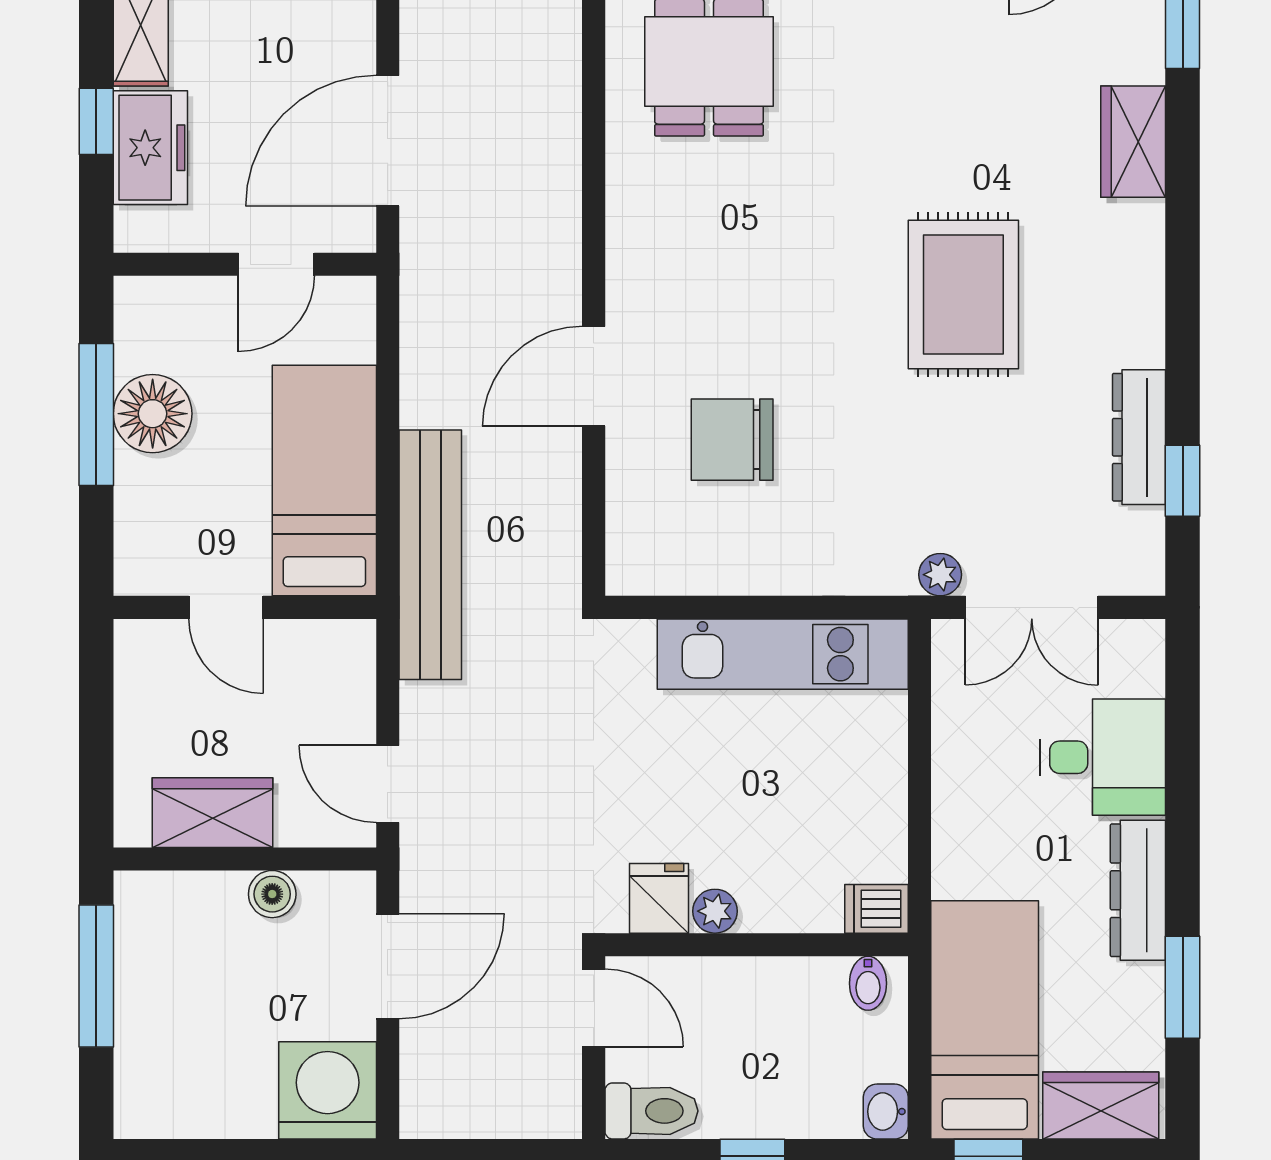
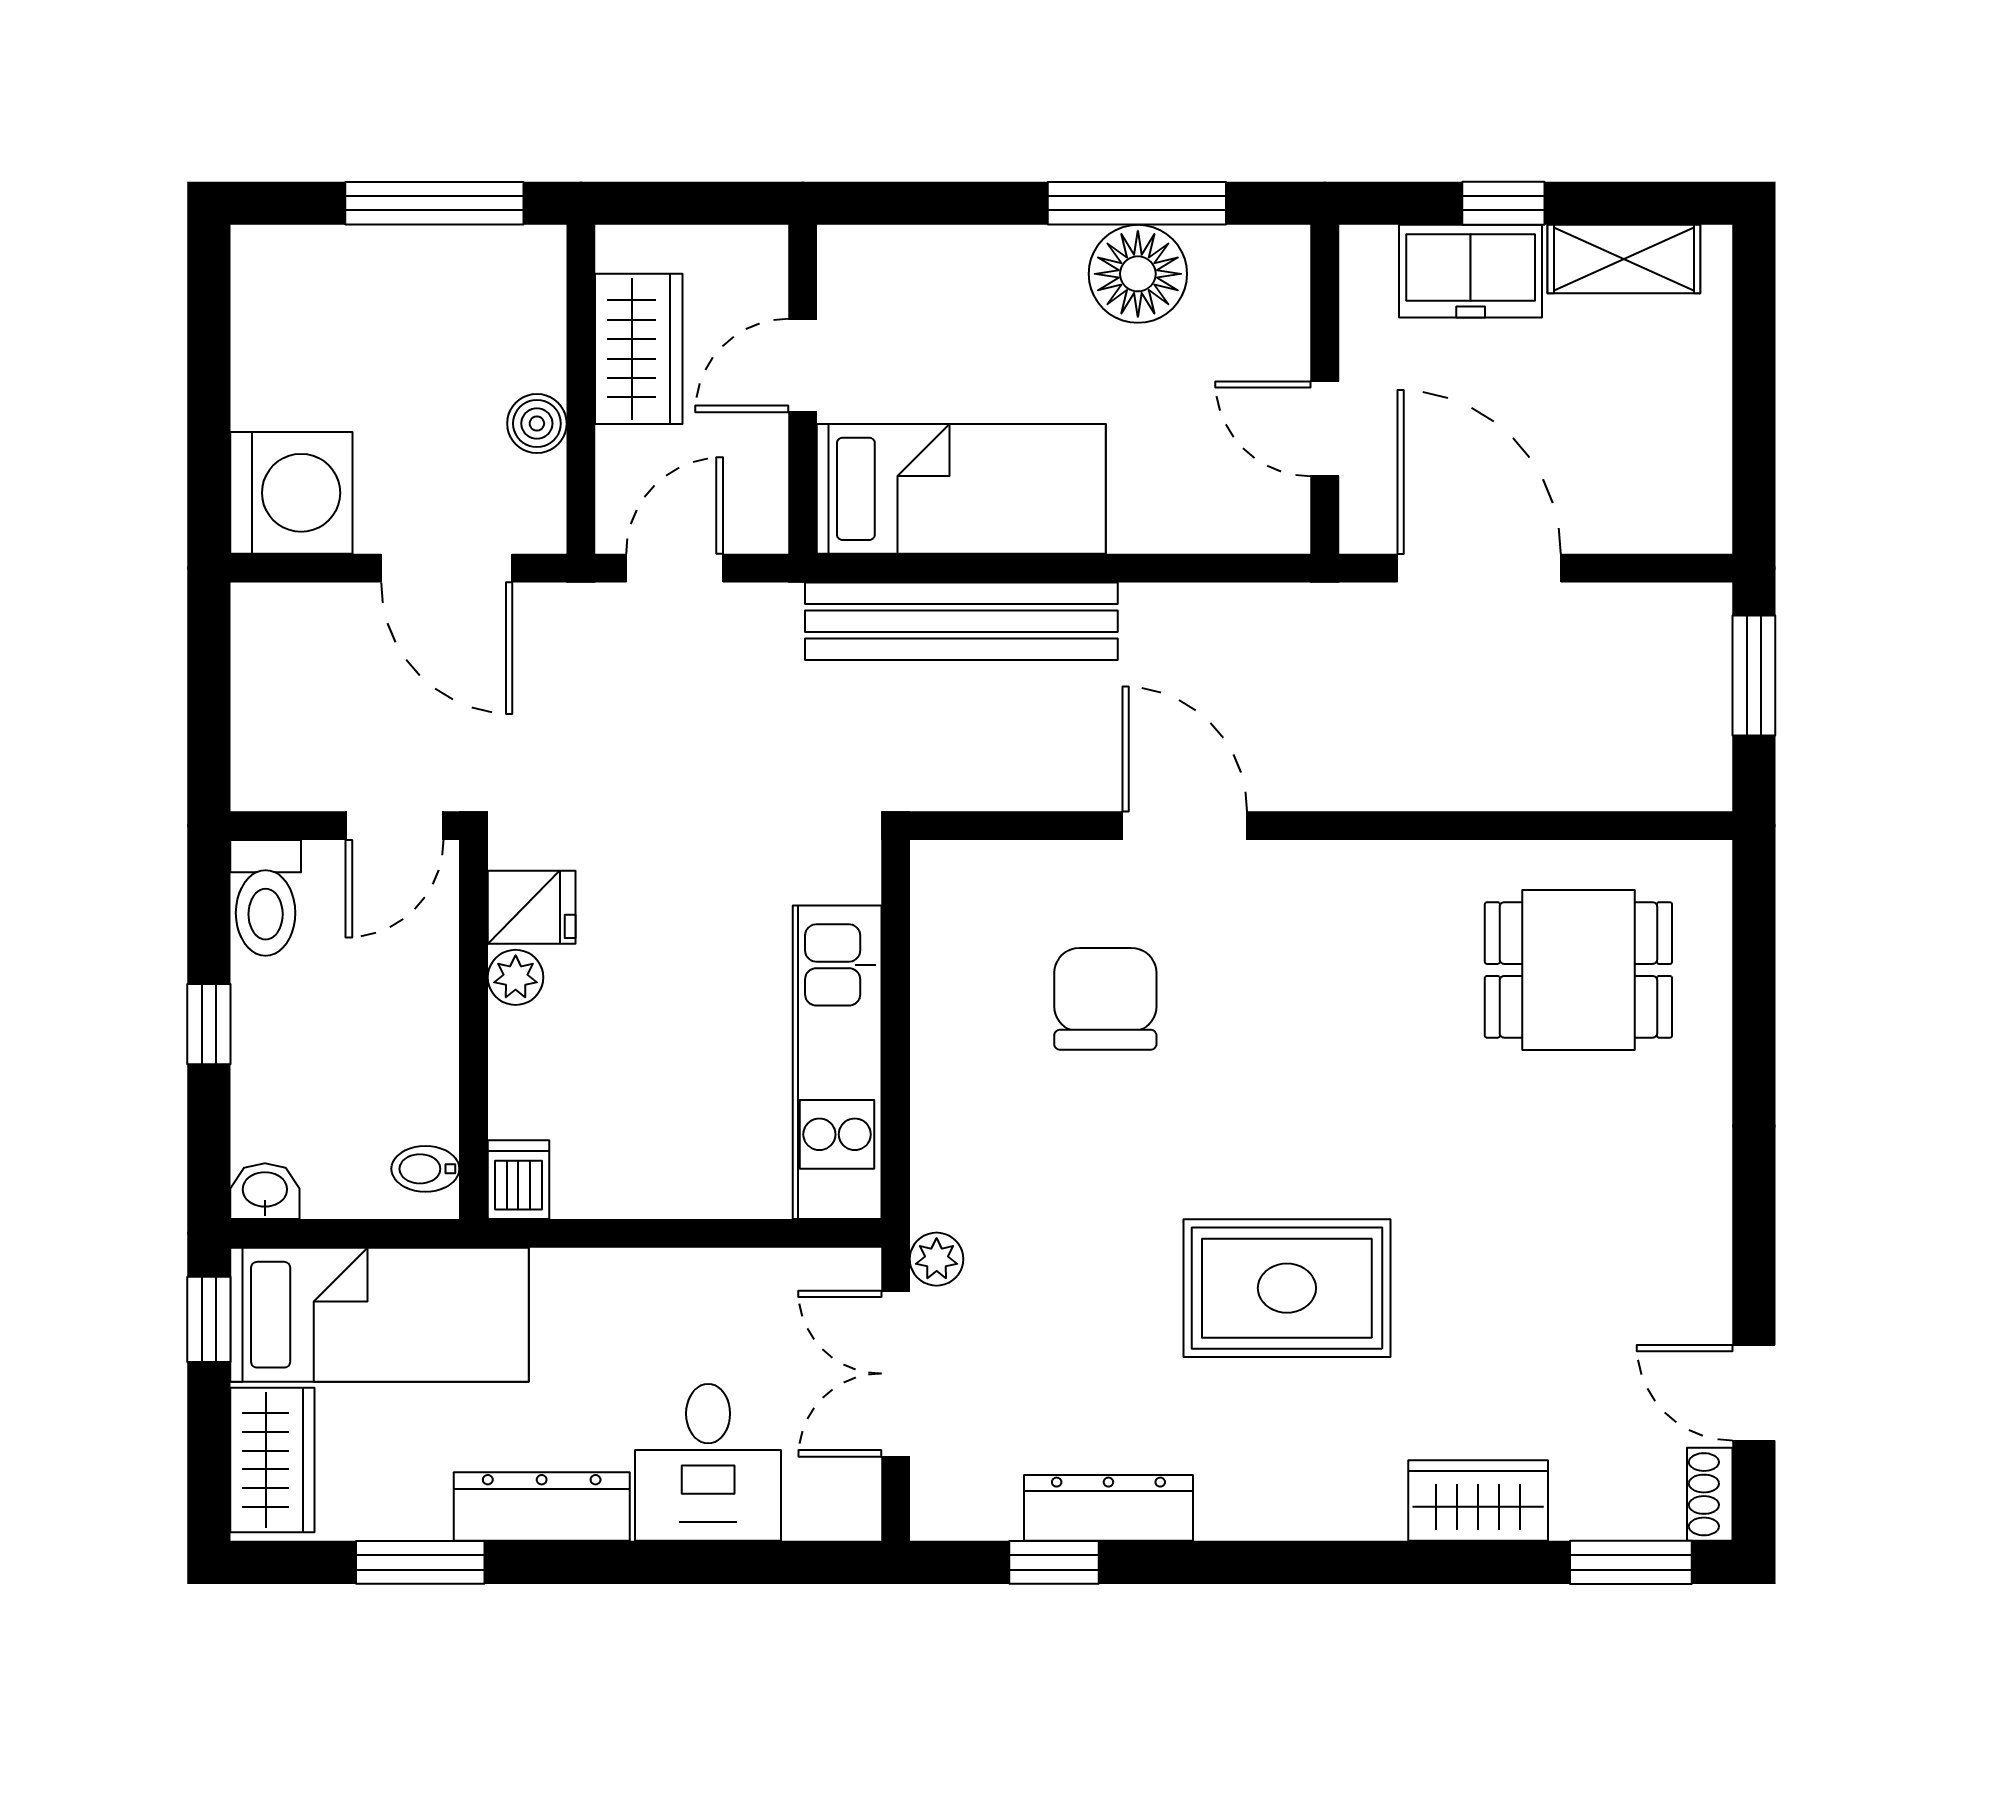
bed: (324, 480) -> (961, 489), moved
door: (226, 607) -> (803, 366), moved
wall: (245, 607) -> (803, 389), moved

